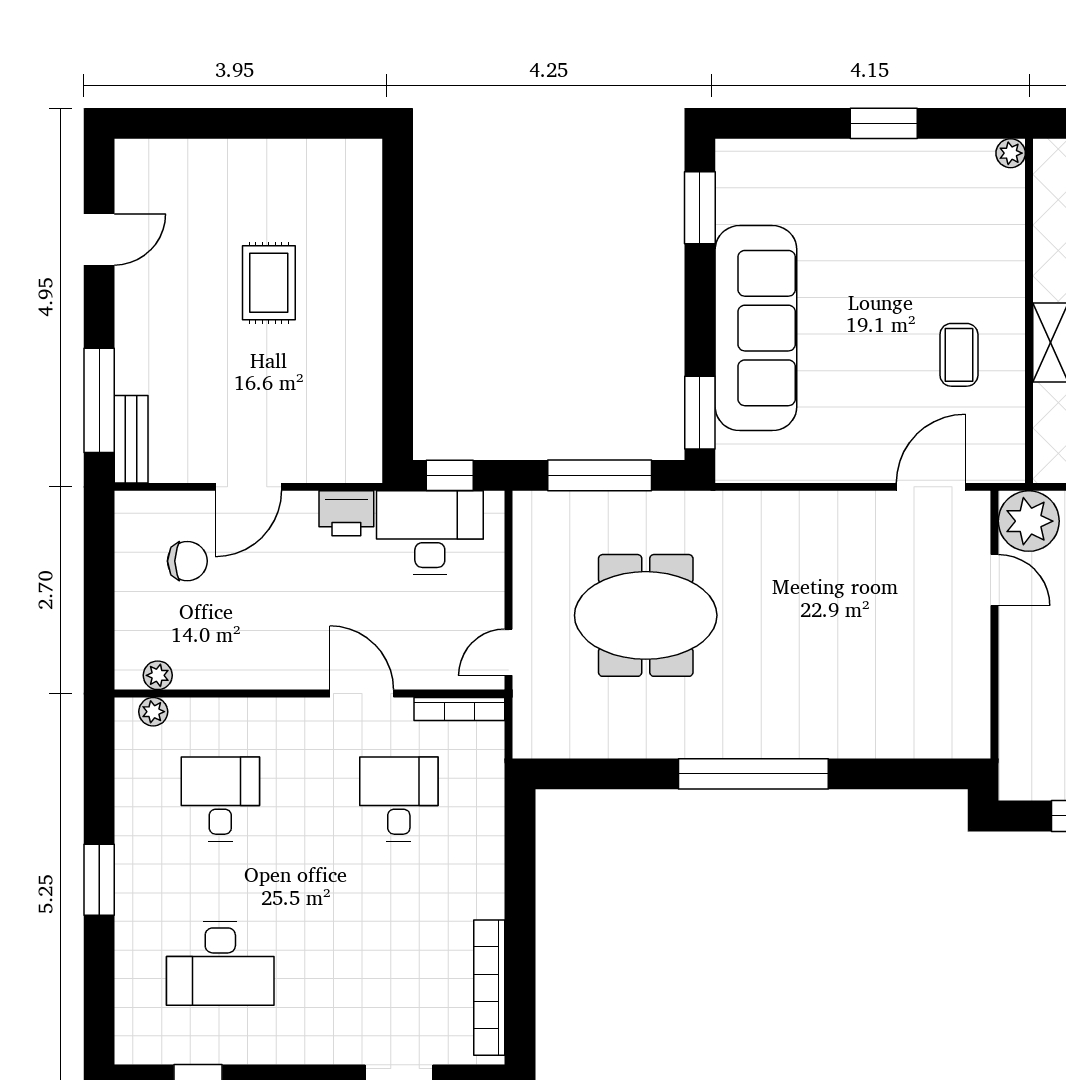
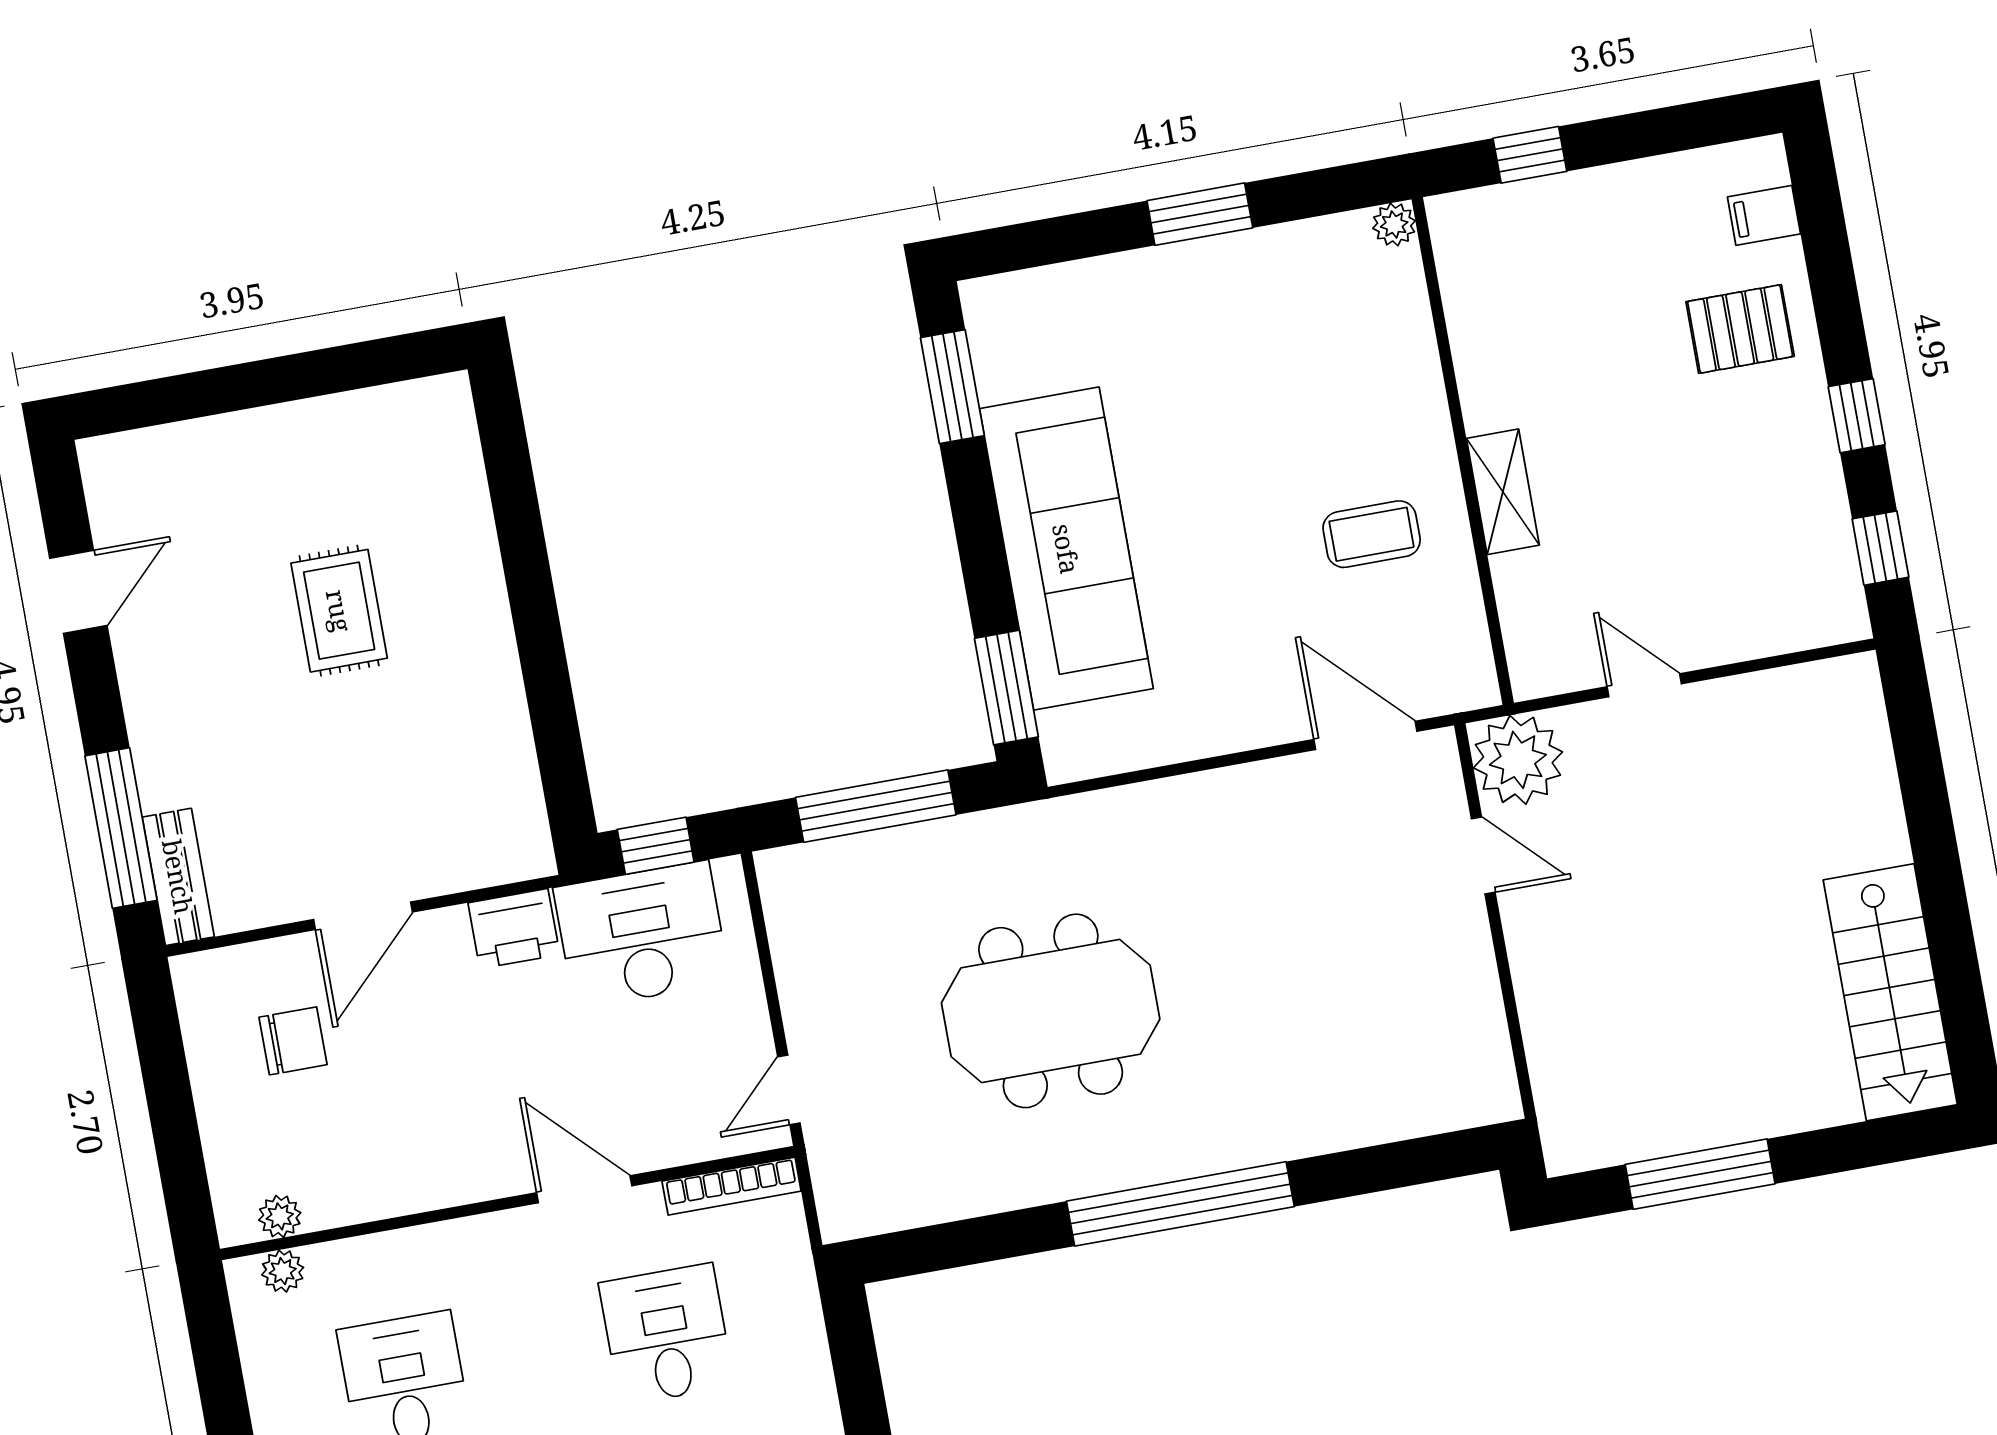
coffee table: (959, 355) -> (1372, 534), turned 90
door: (931, 487) -> (1365, 735), hinge flipped
meeting table: (646, 615) -> (1051, 1011), moved

